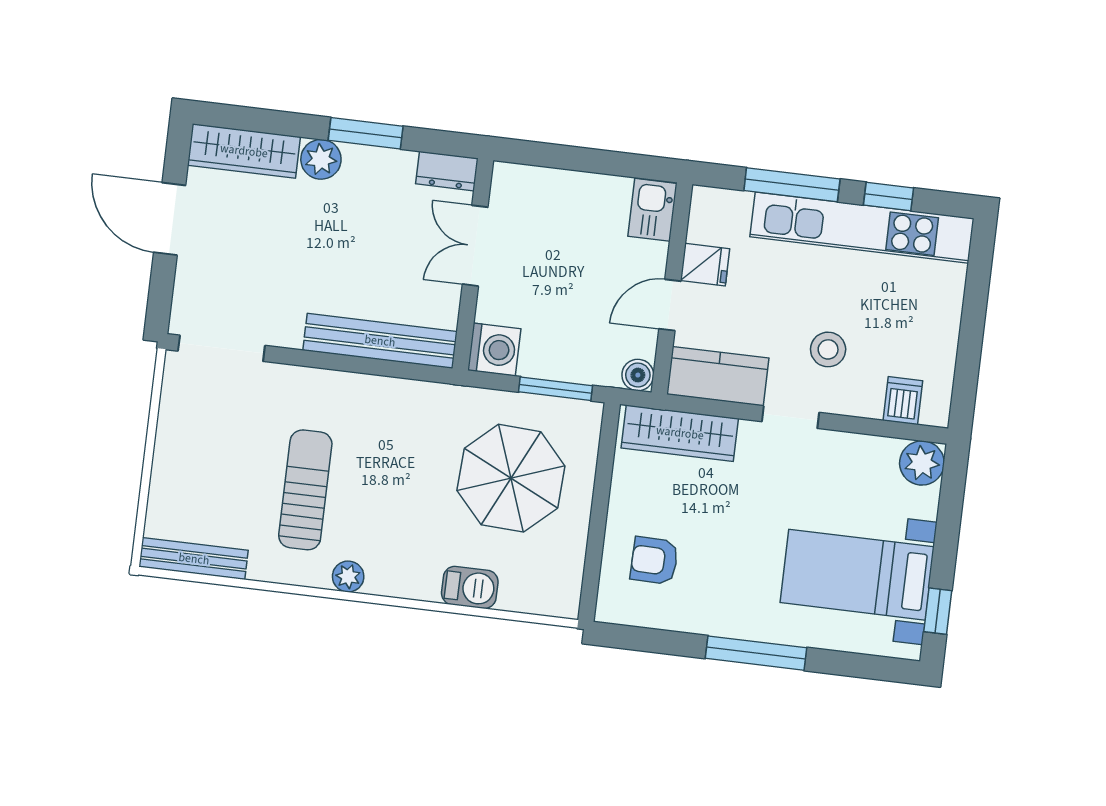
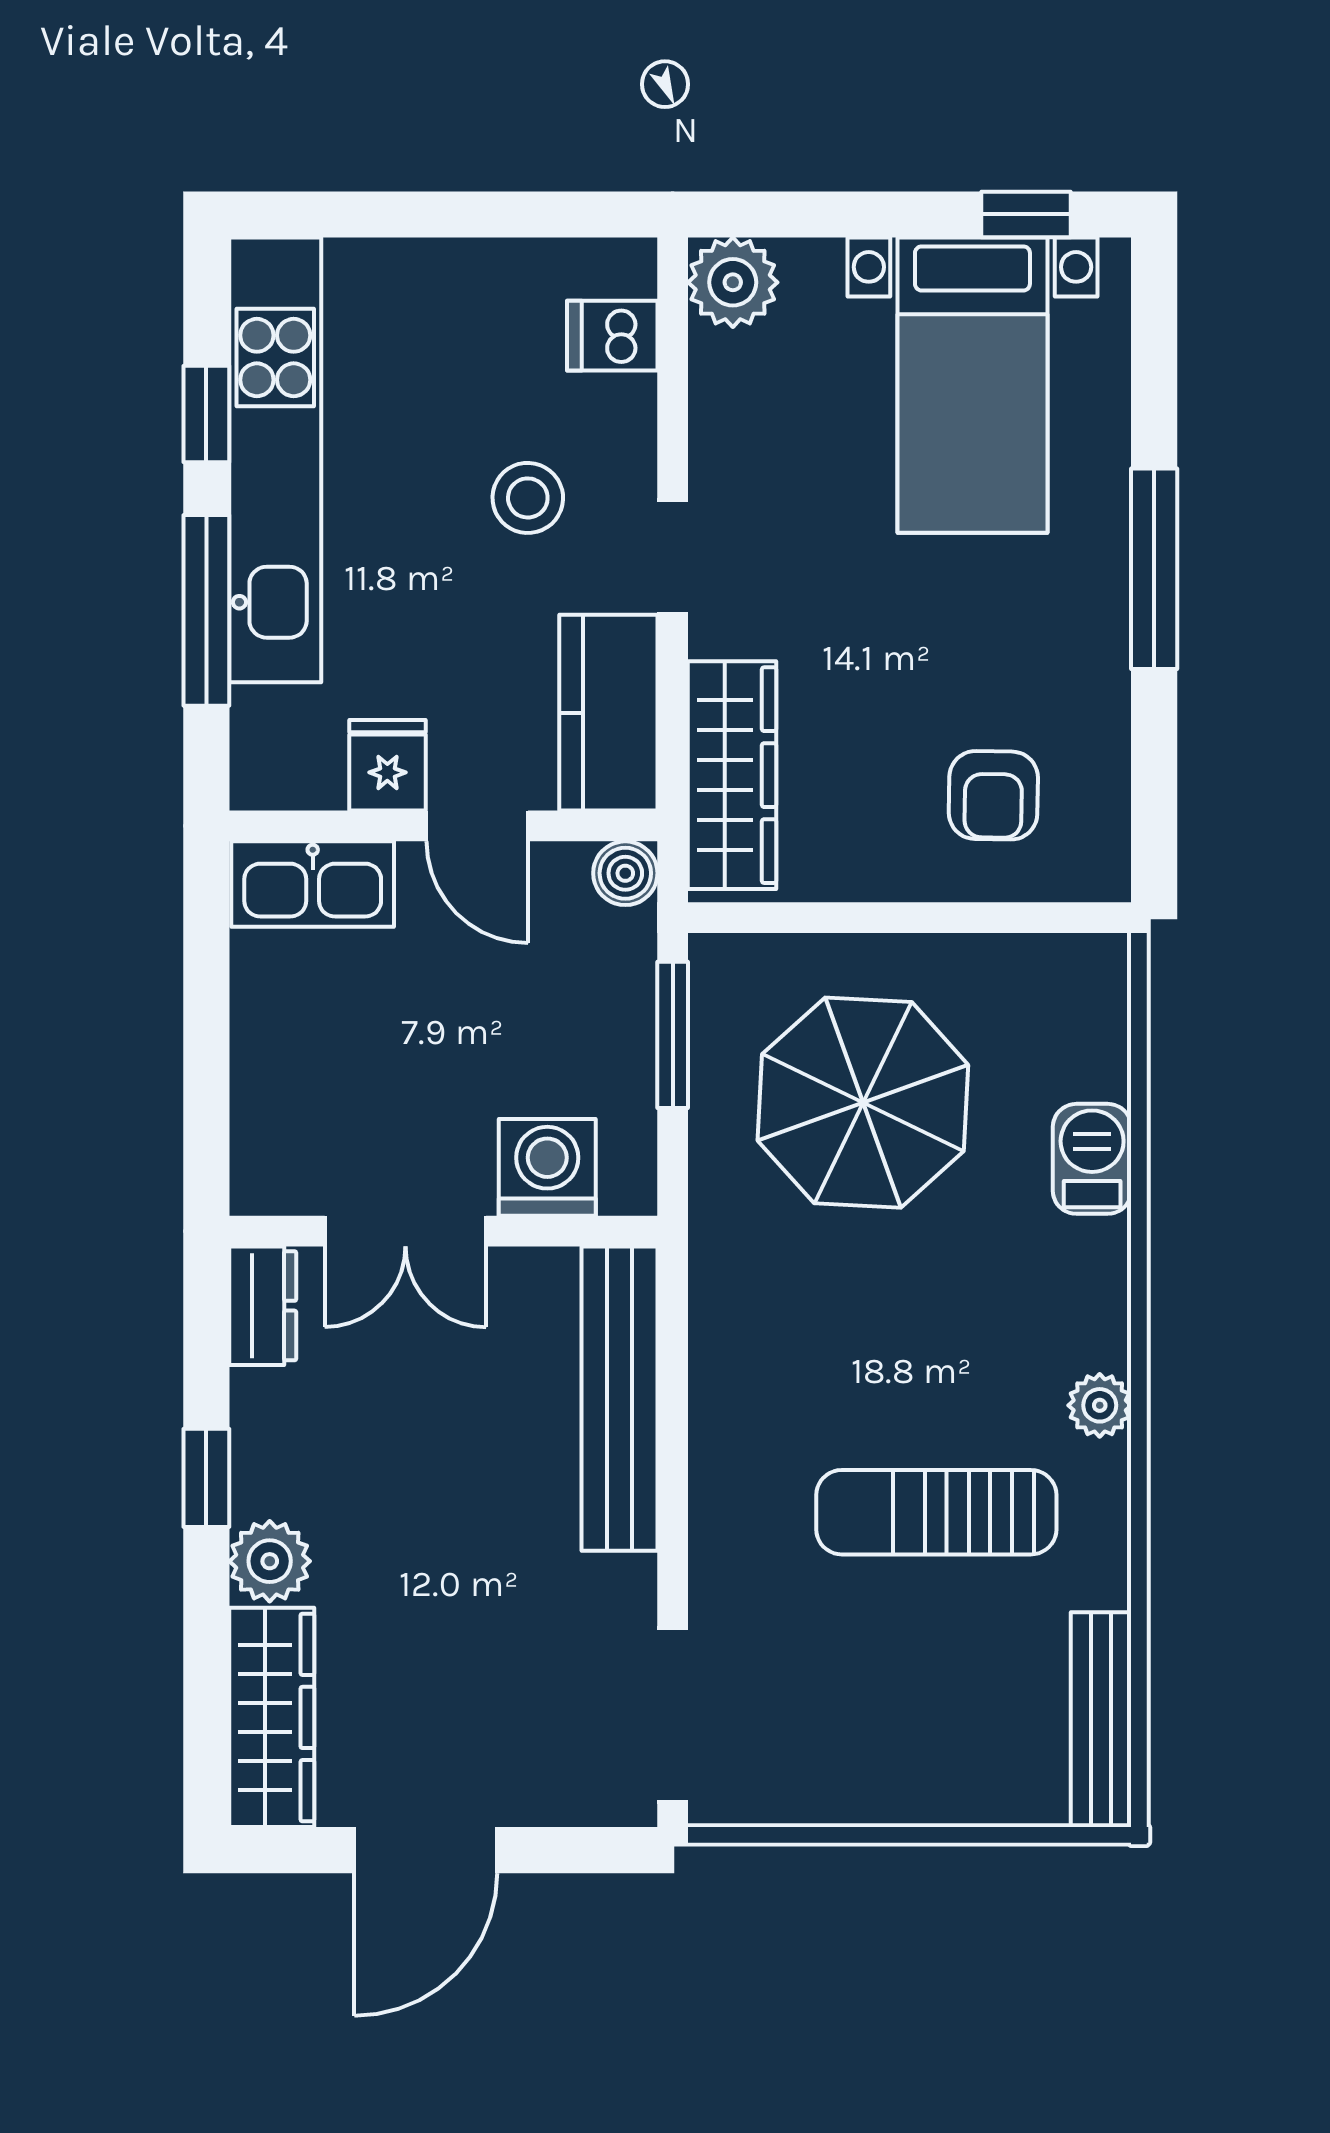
window: (366, 133) -> (206, 1478), width x0.67
kitchen sink: (652, 210) -> (313, 884), width x1.38
washing machine: (494, 349) -> (547, 1167), moved

